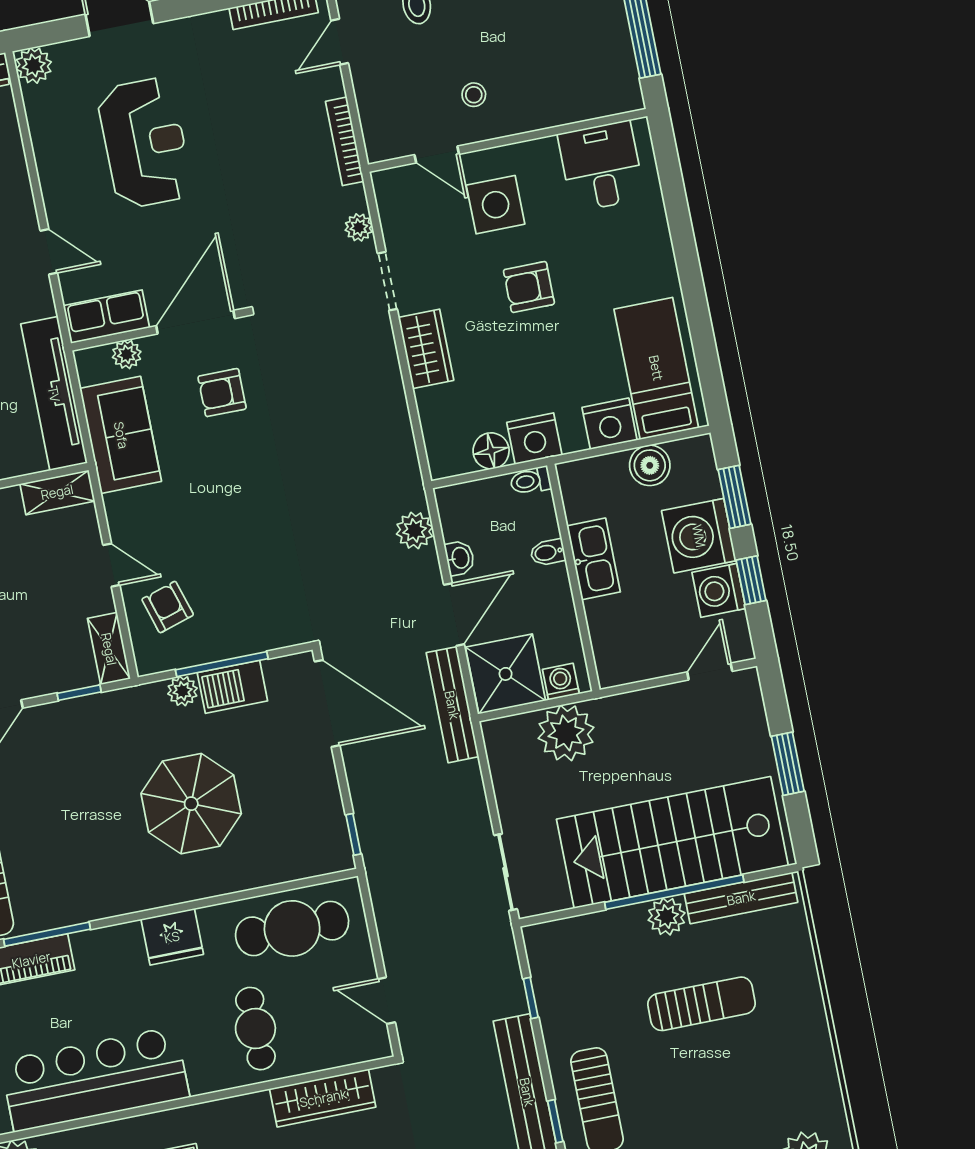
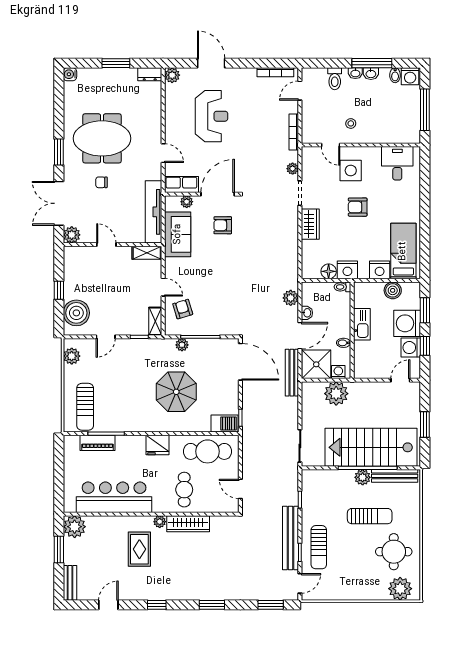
bidet: (548, 552) -> (344, 343), moved
barbecue: (232, 687) -> (224, 423), moved, turned 180
round table: (774, 1076) -> (394, 552), added
wardrobe: (323, 1098) -> (188, 524), moved
plant: (213, 1115) -> (160, 522), added

